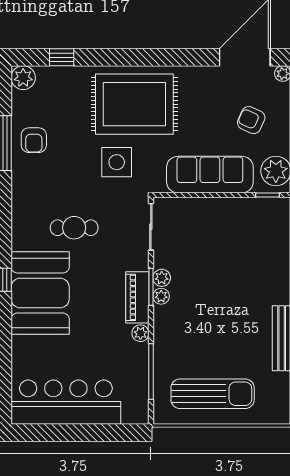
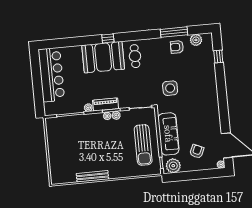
plant: (23, 78) -> (196, 40), moved
rug: (134, 104) -> (199, 94), removed
cafe table: (74, 228) -> (135, 56), moved
sun lounger: (213, 394) -> (143, 145), moved

